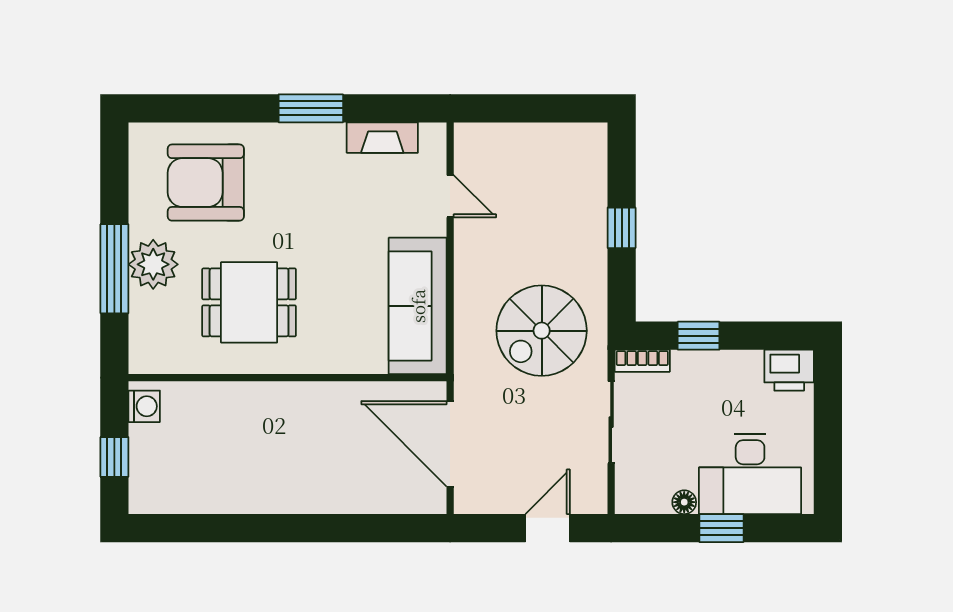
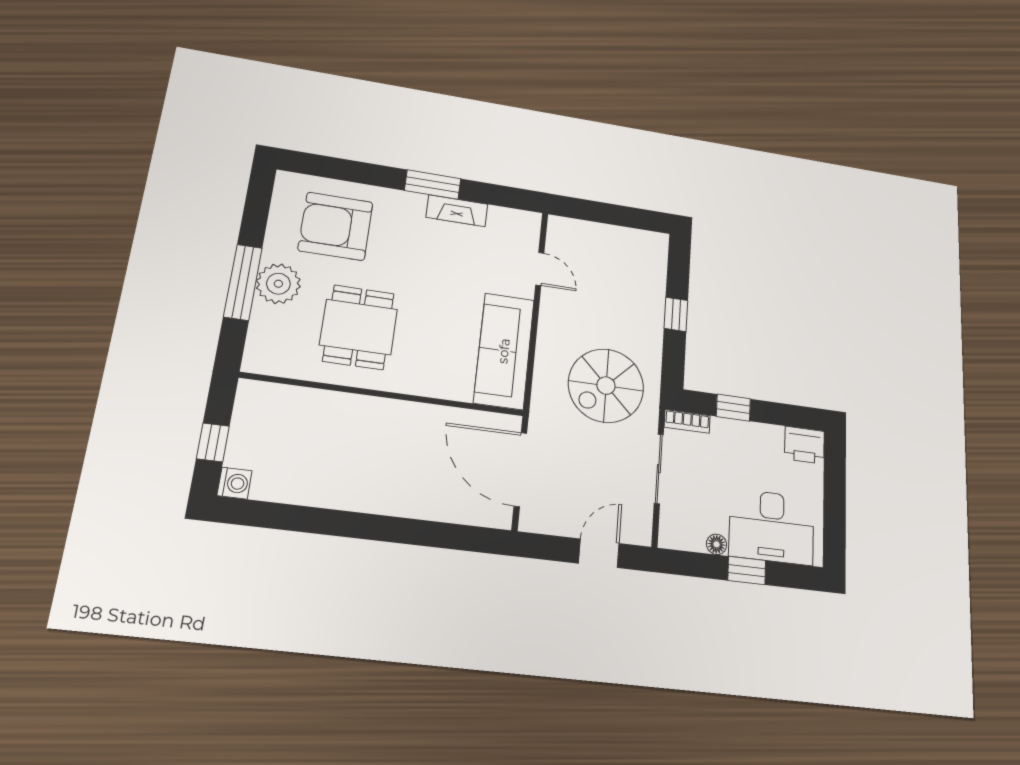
fireplace: (382, 138) -> (457, 211), moved
dining table: (249, 302) -> (359, 327), turned 90
washing machine: (144, 406) -> (234, 483), moved

